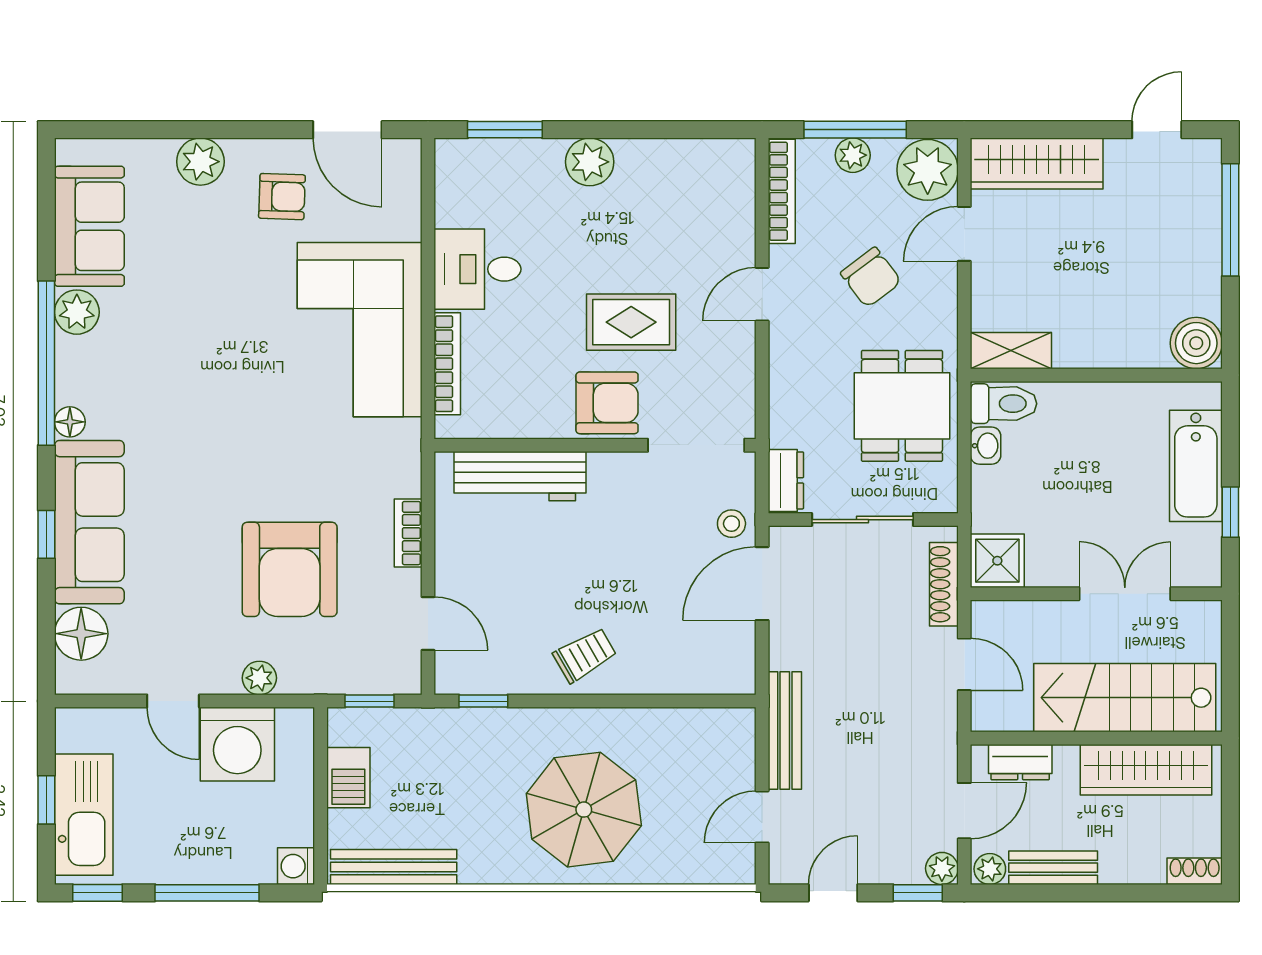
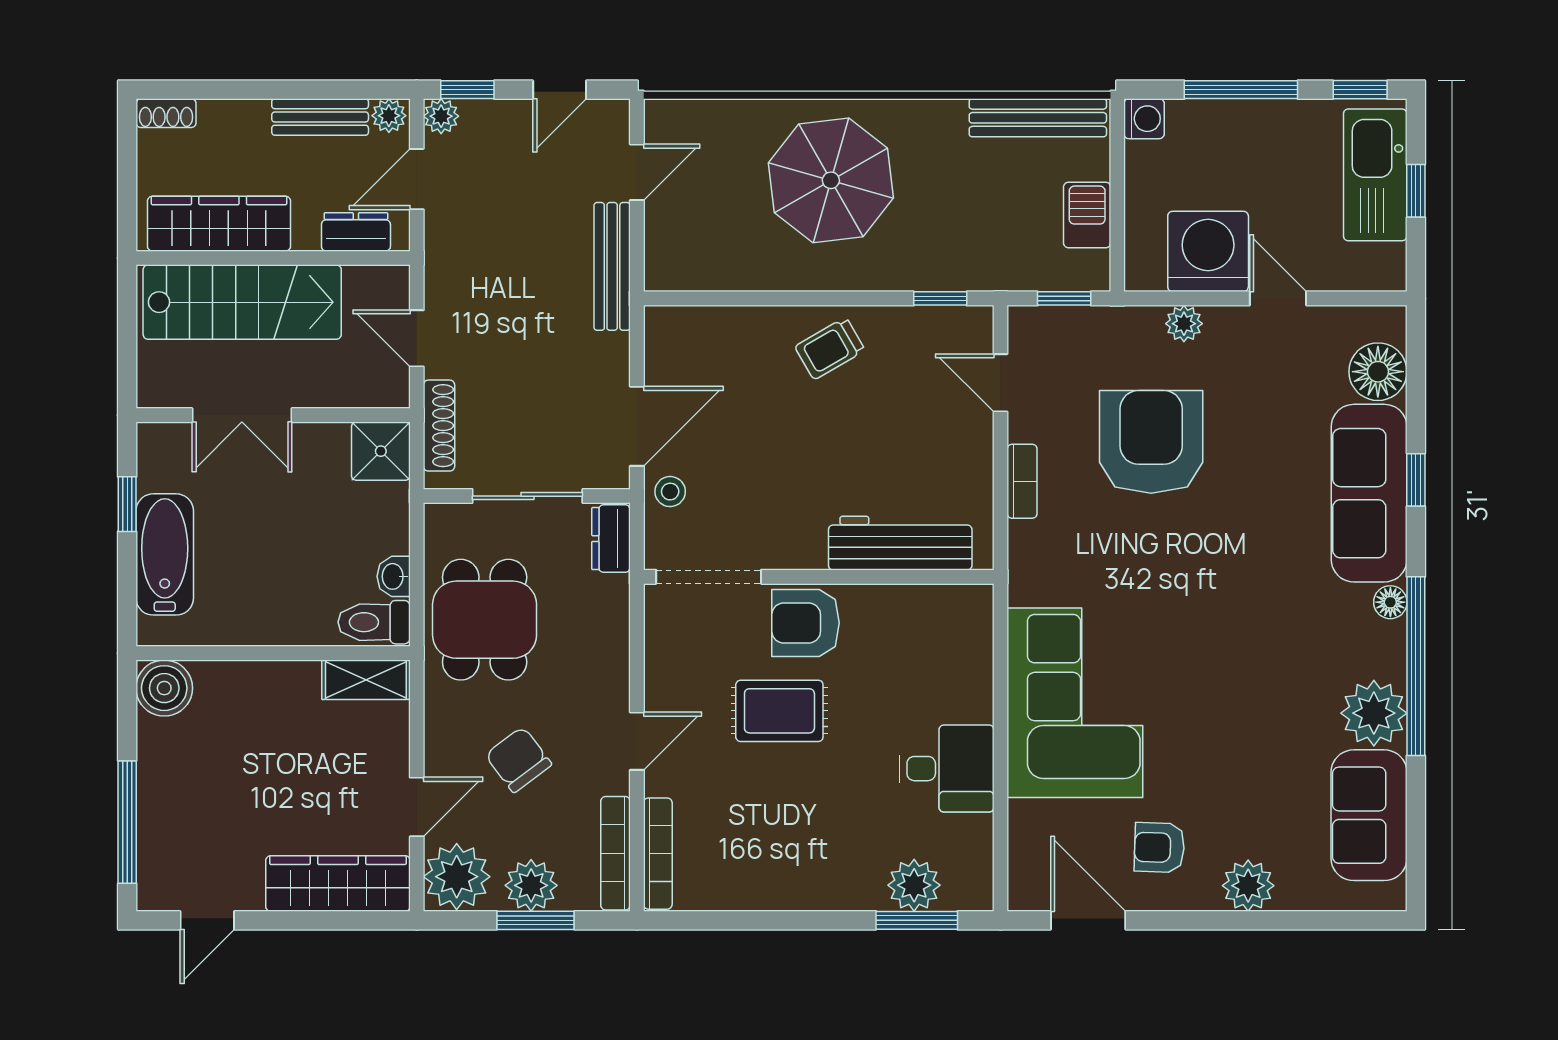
window: (855, 130) -> (536, 920), width x0.69
plant: (853, 155) -> (531, 885), width x1.38, depth x1.38
plant: (590, 162) -> (914, 885), moved
plant: (77, 312) -> (1374, 713), width x1.36, depth x1.36
bookcase: (447, 364) -> (658, 854), moved, turned 180

